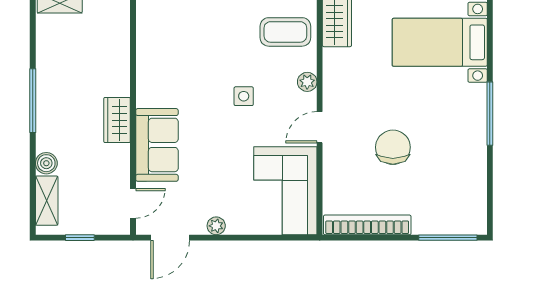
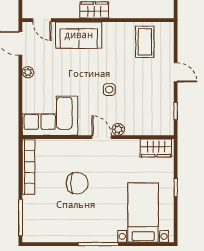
coffee table: (285, 32) -> (145, 42), moved
door: (320, 127) -> (102, 137), moved

